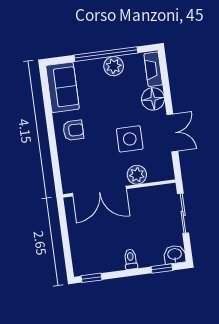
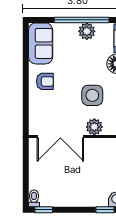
toilet: (131, 259) -> (34, 198), moved

